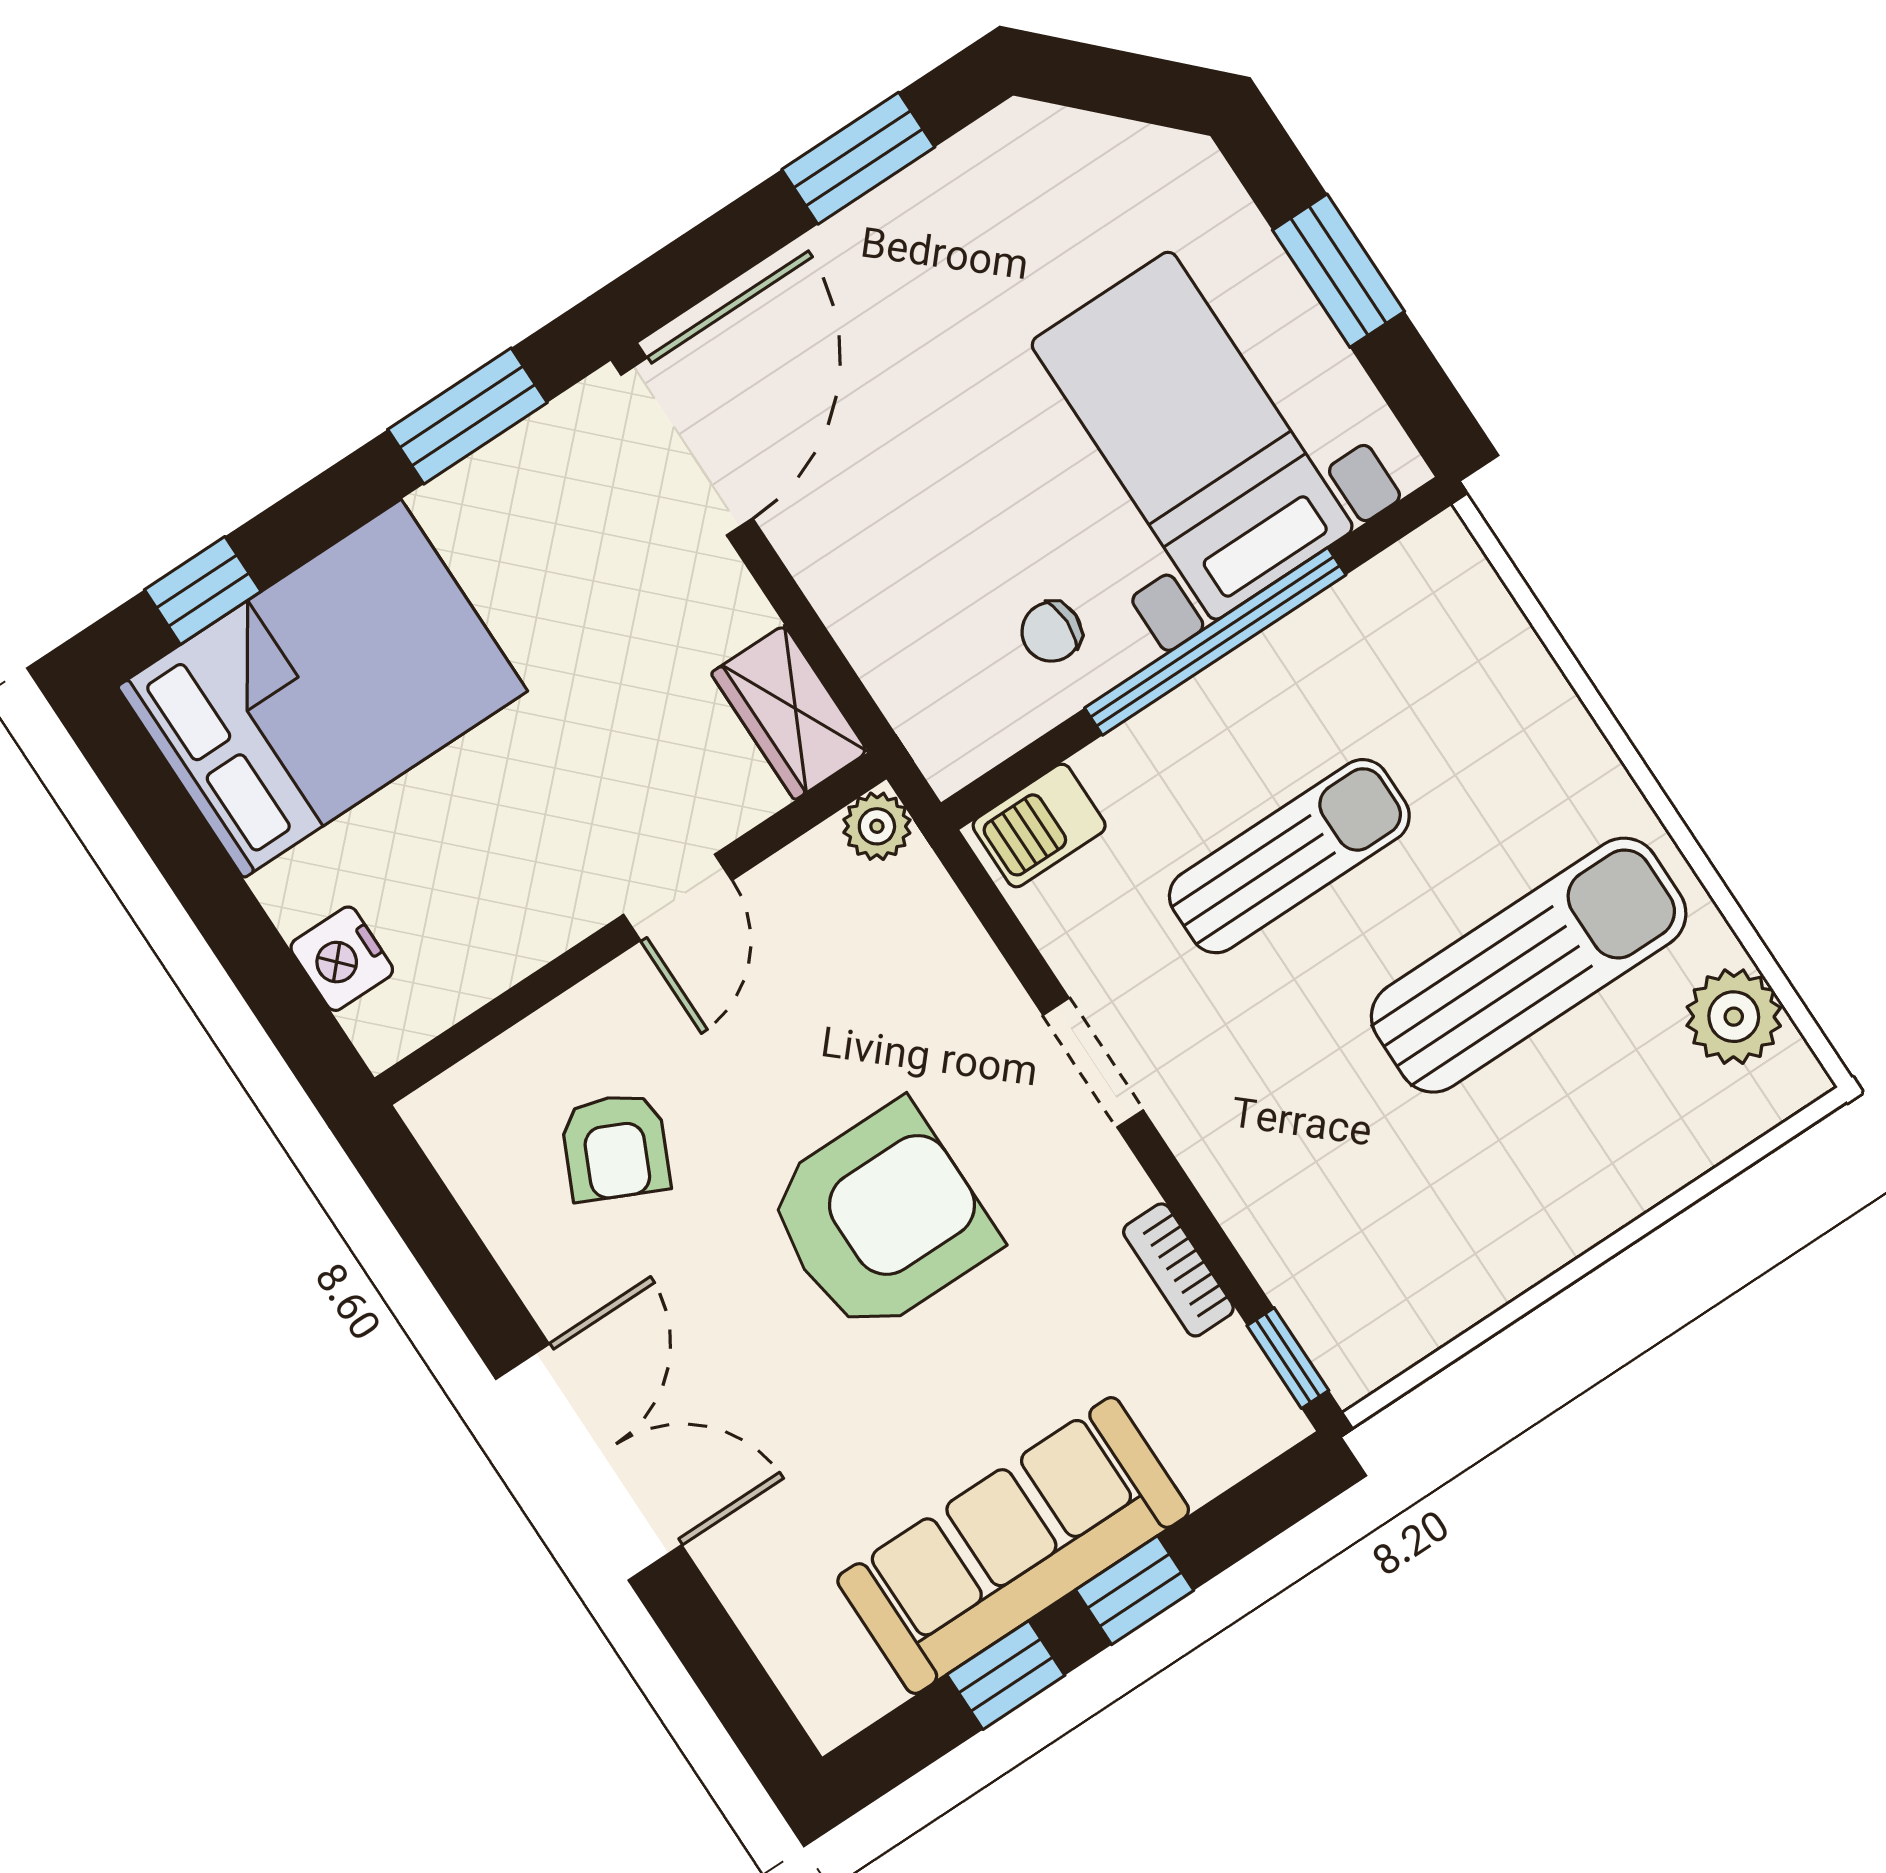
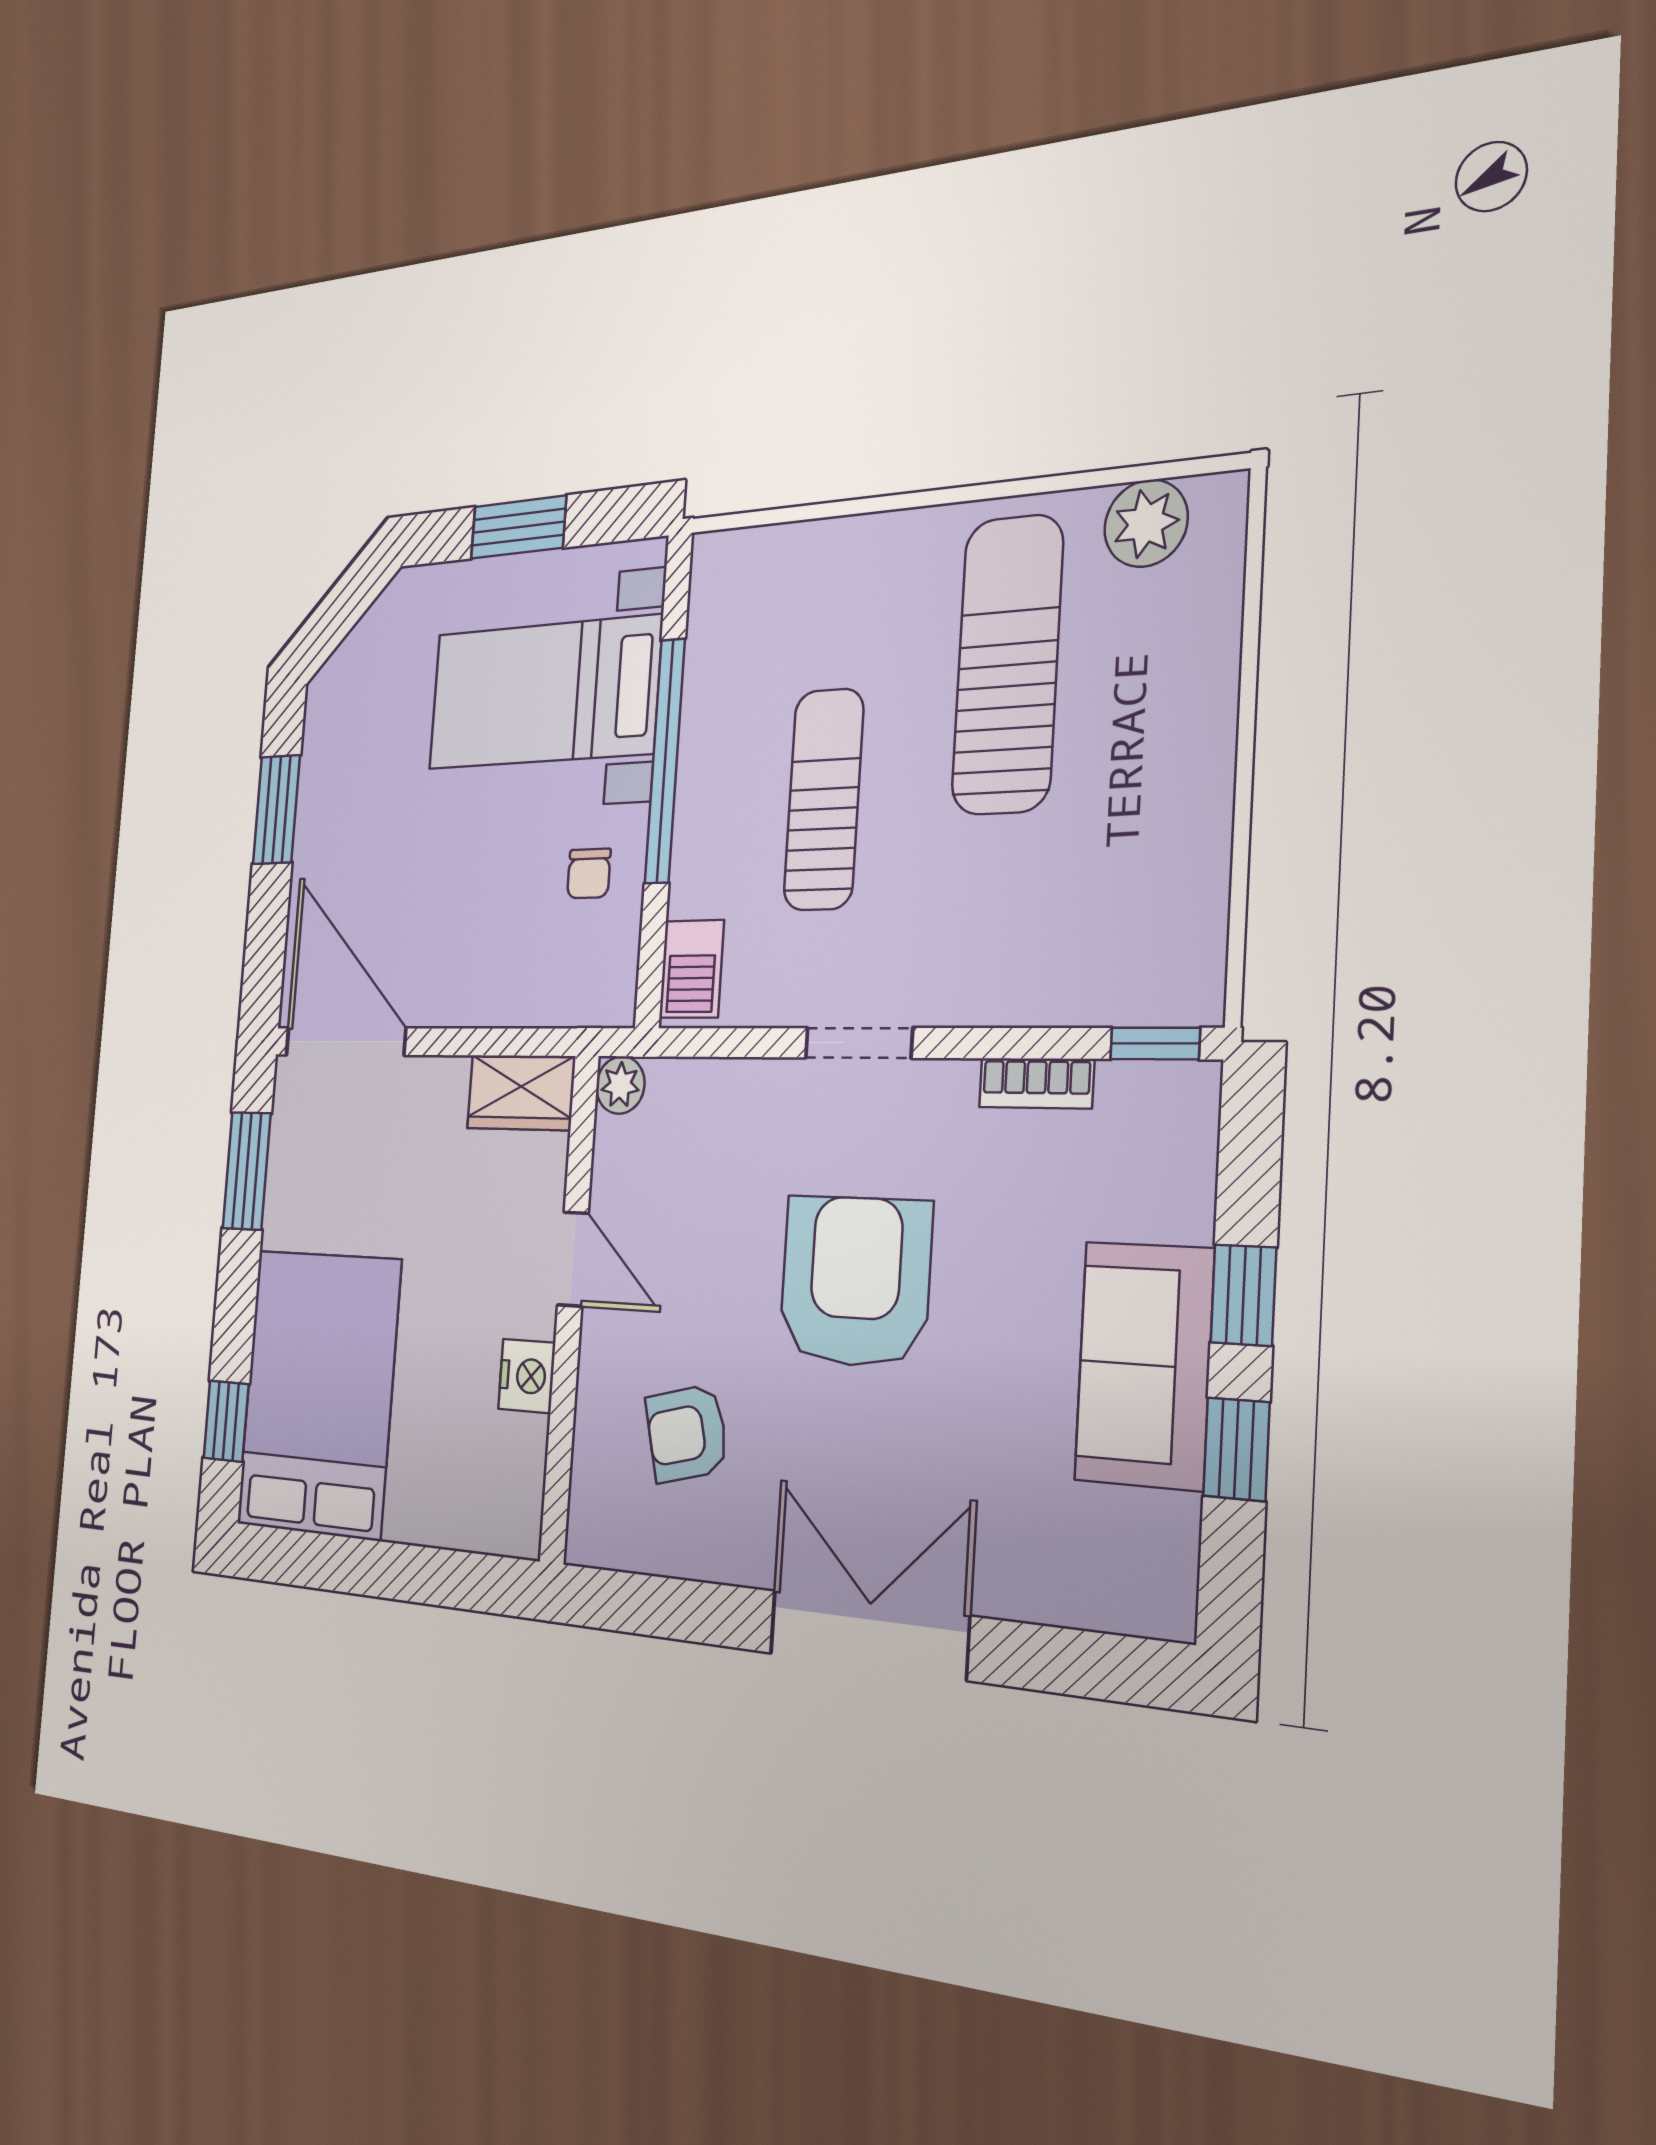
nightstand: (342, 959) -> (527, 1376), moved, turned -90
armchair: (615, 1147) -> (687, 1433), turned 141
sofa: (1013, 1545) -> (1144, 1365), width x0.73

